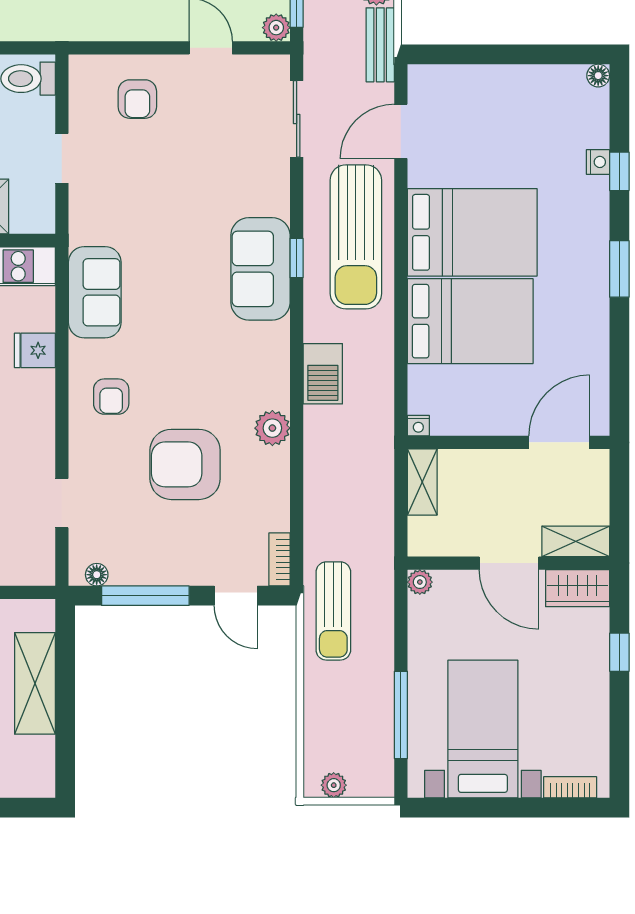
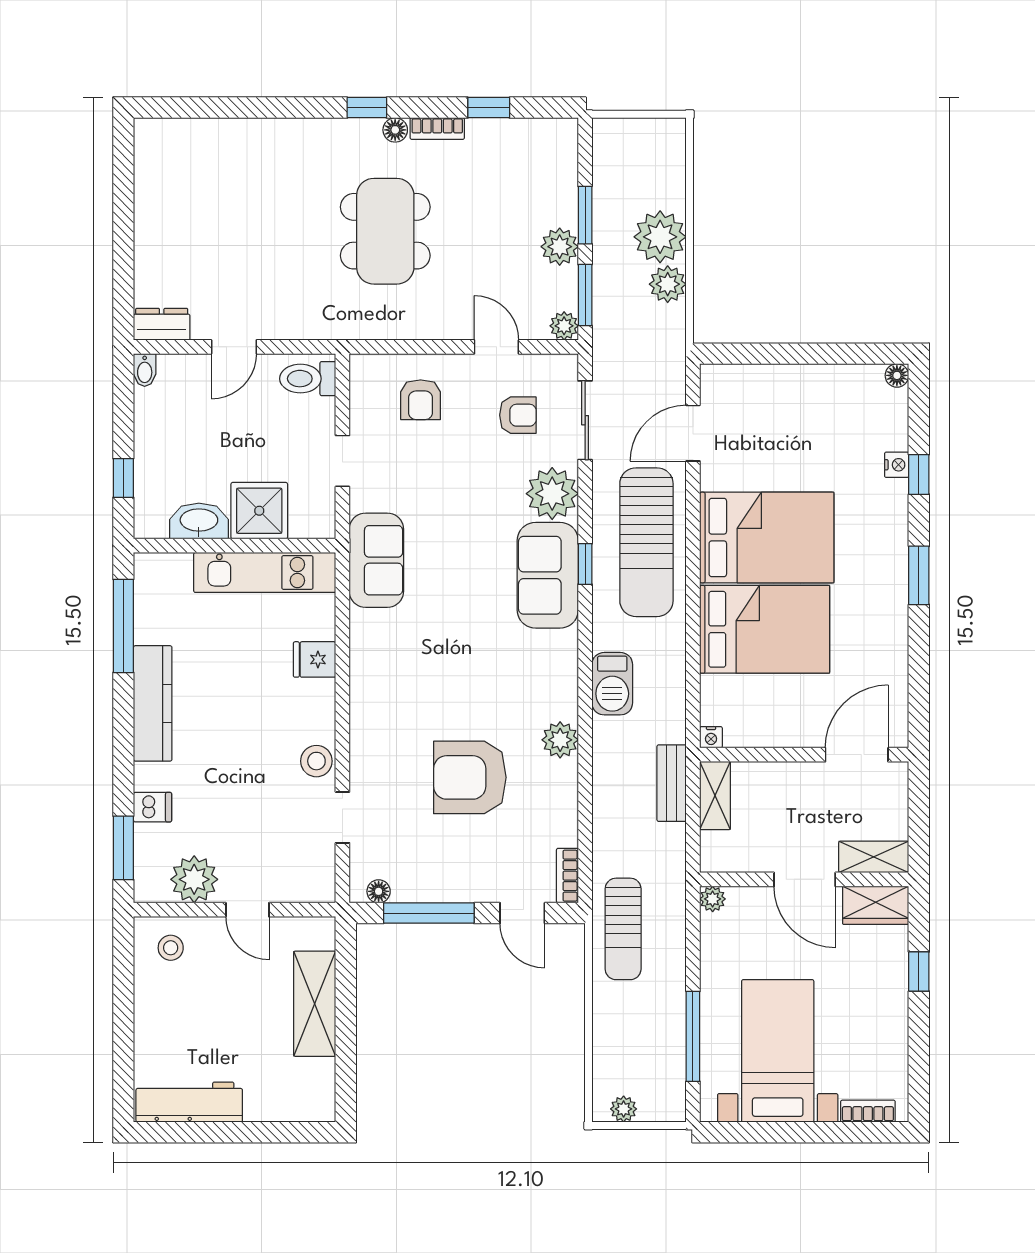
bench: (380, 45) -> (672, 783), moved
plant: (265, 190) -> (552, 494), added
sofa: (95, 292) -> (376, 560), moved
armchair: (111, 397) -> (518, 415), moved, turned -90
stool: (37, 449) -> (316, 761), added

